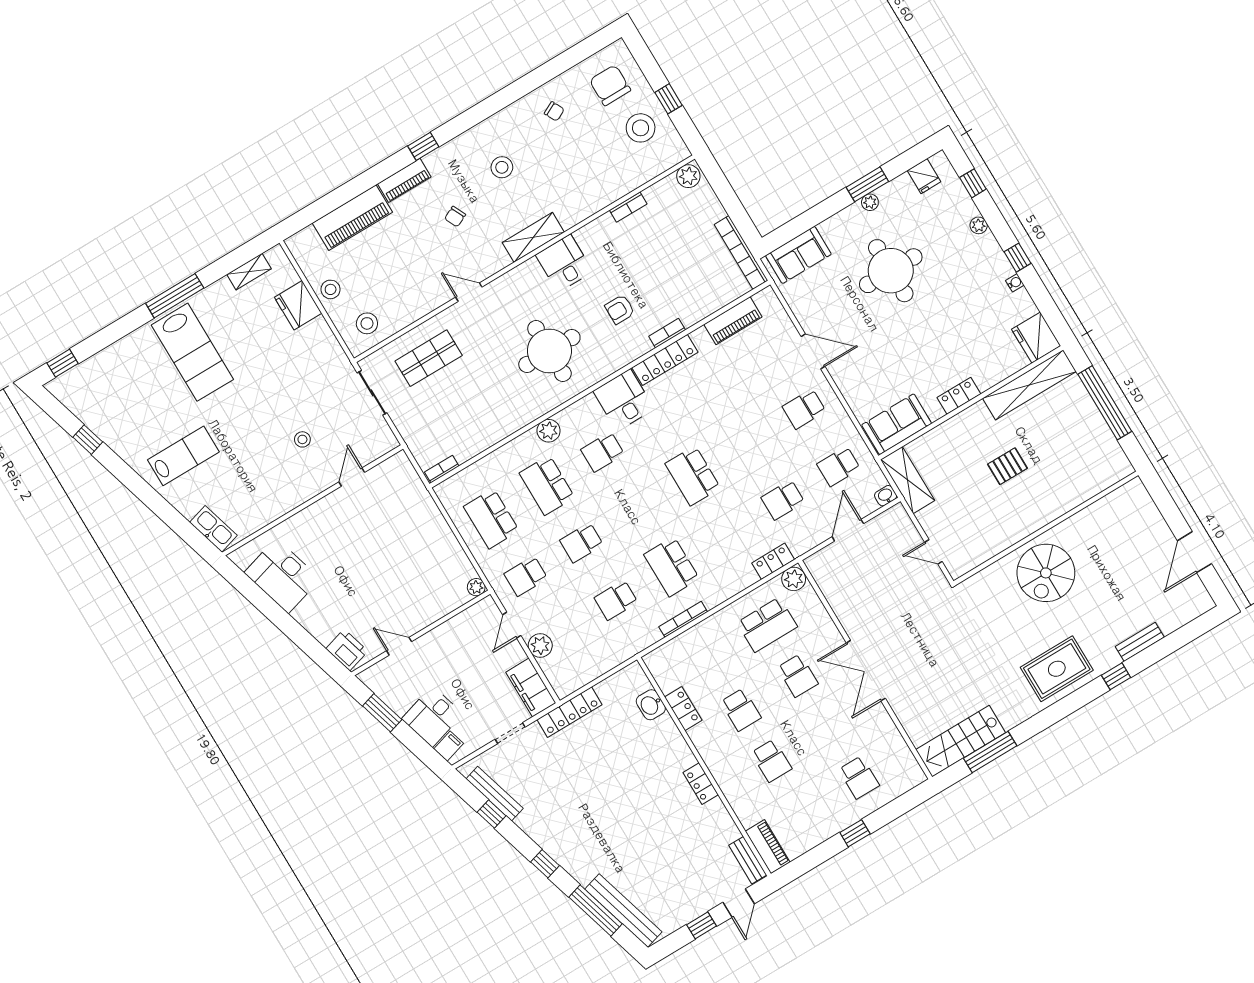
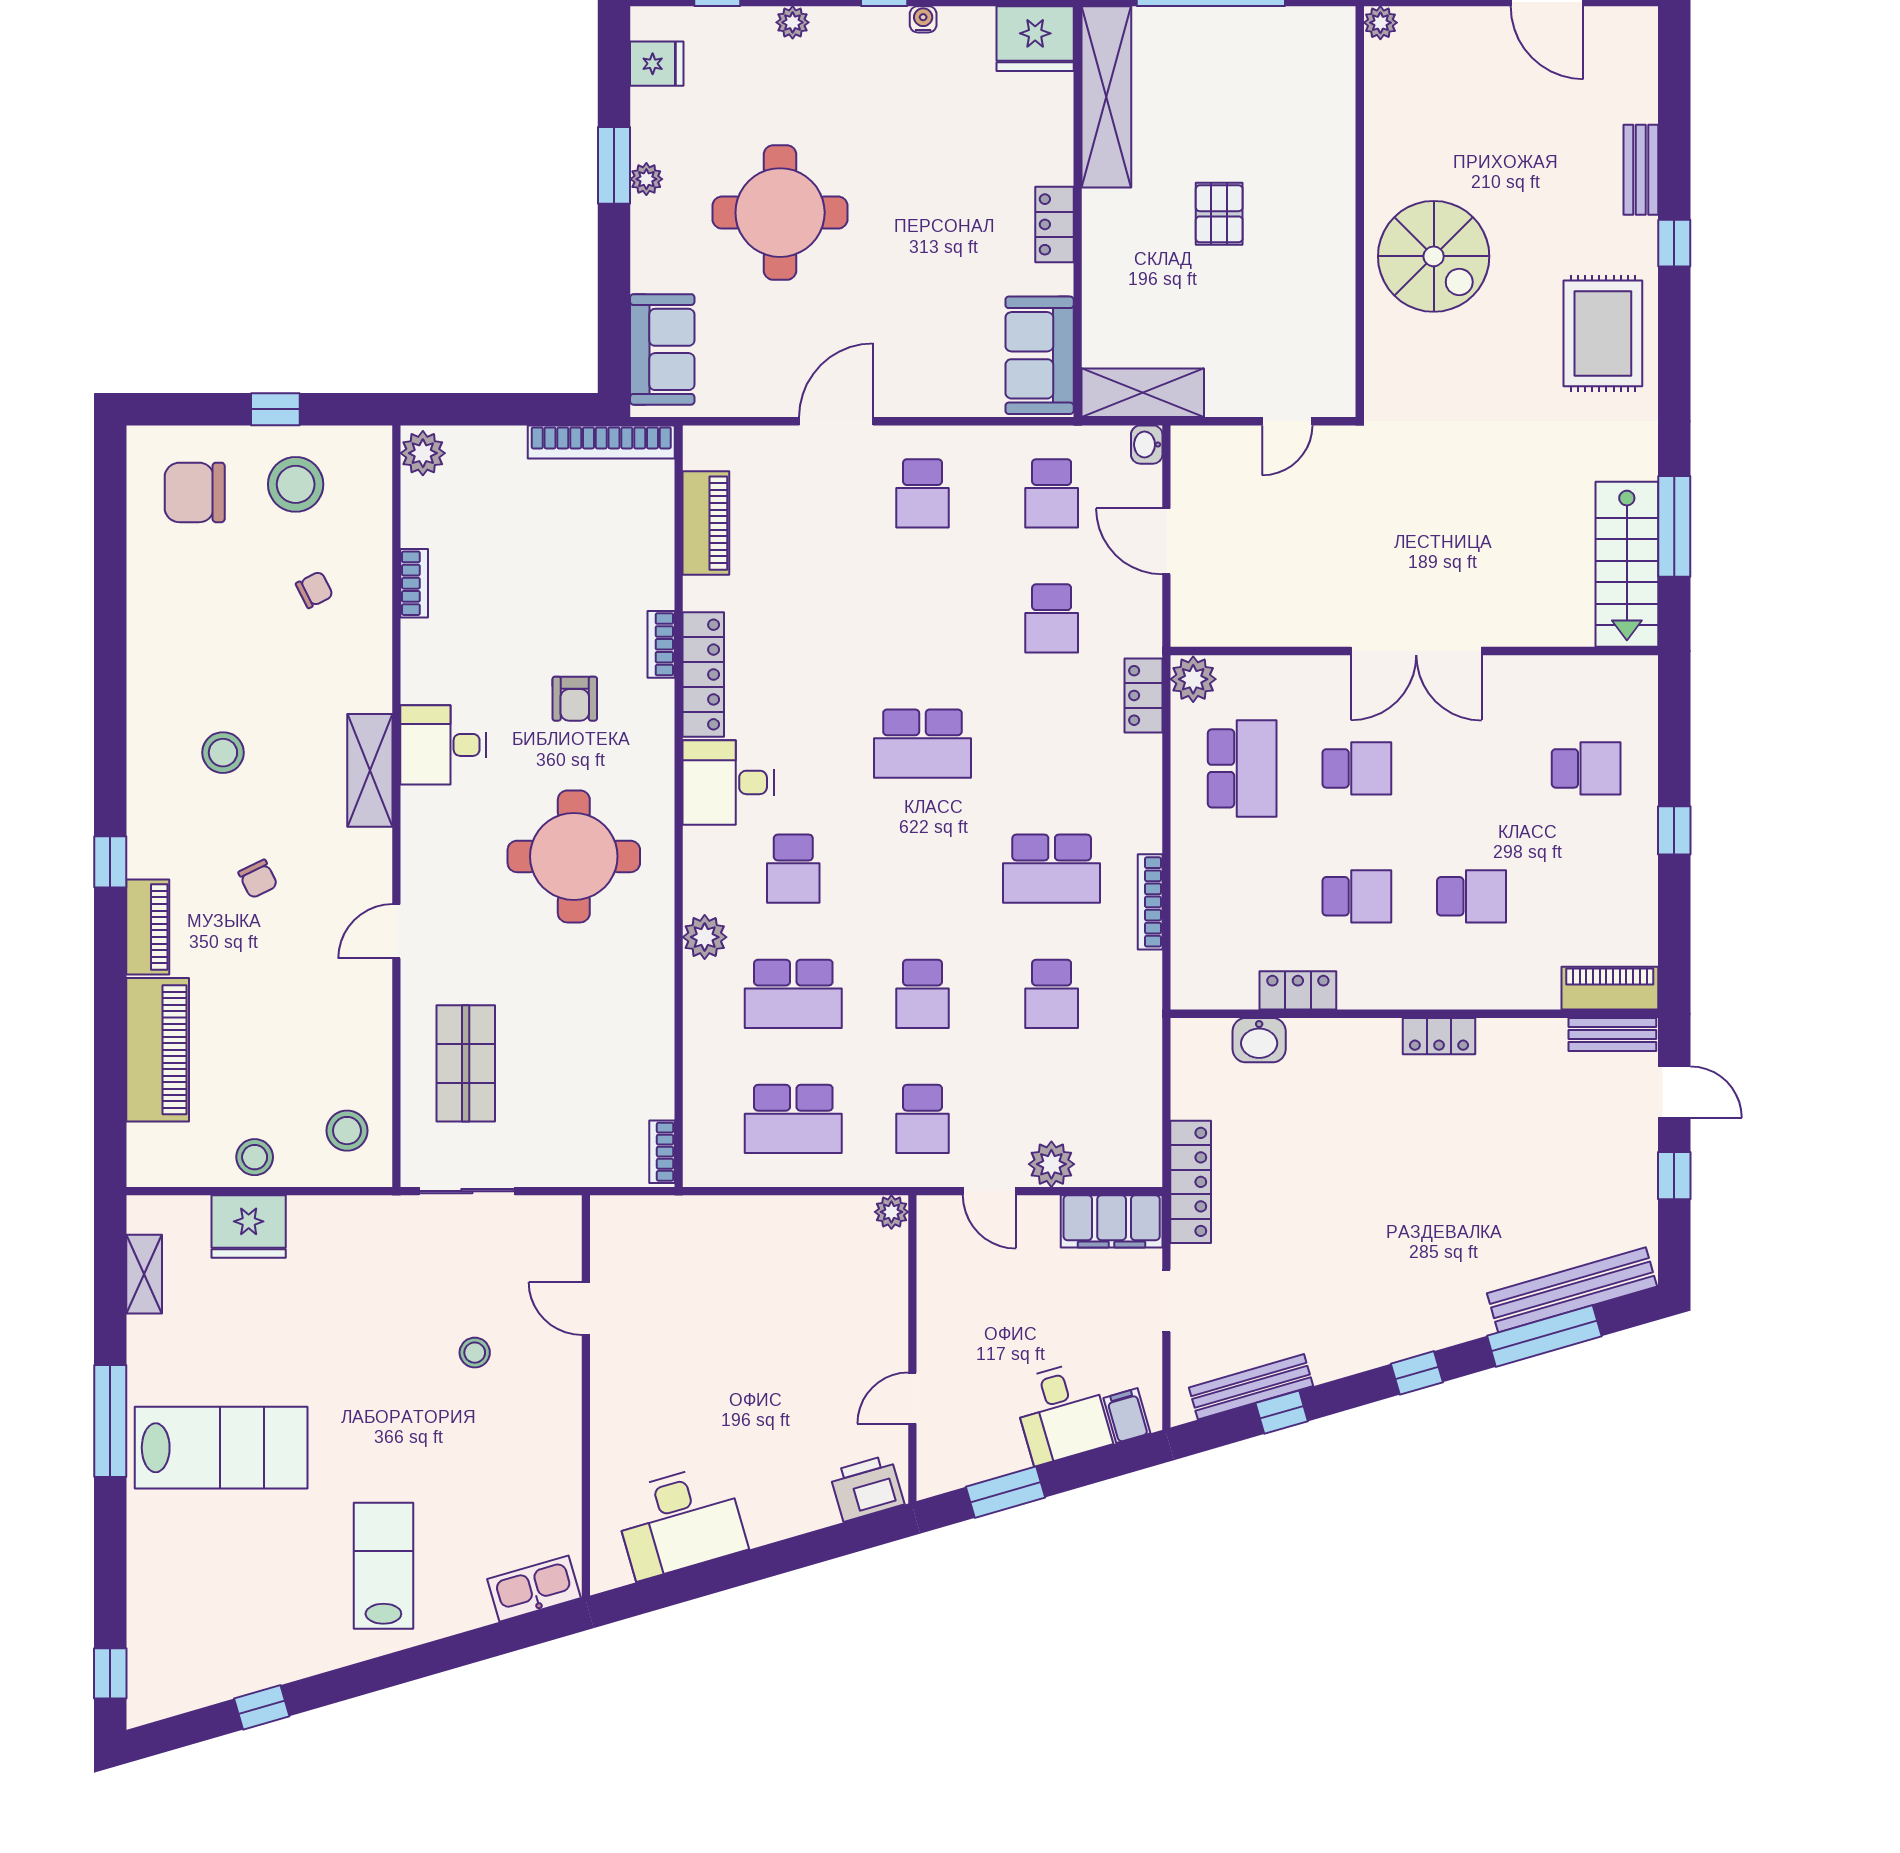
chair: (554, 111) -> (314, 590), moved
plant: (1136, 487) -> (1380, 23), added

